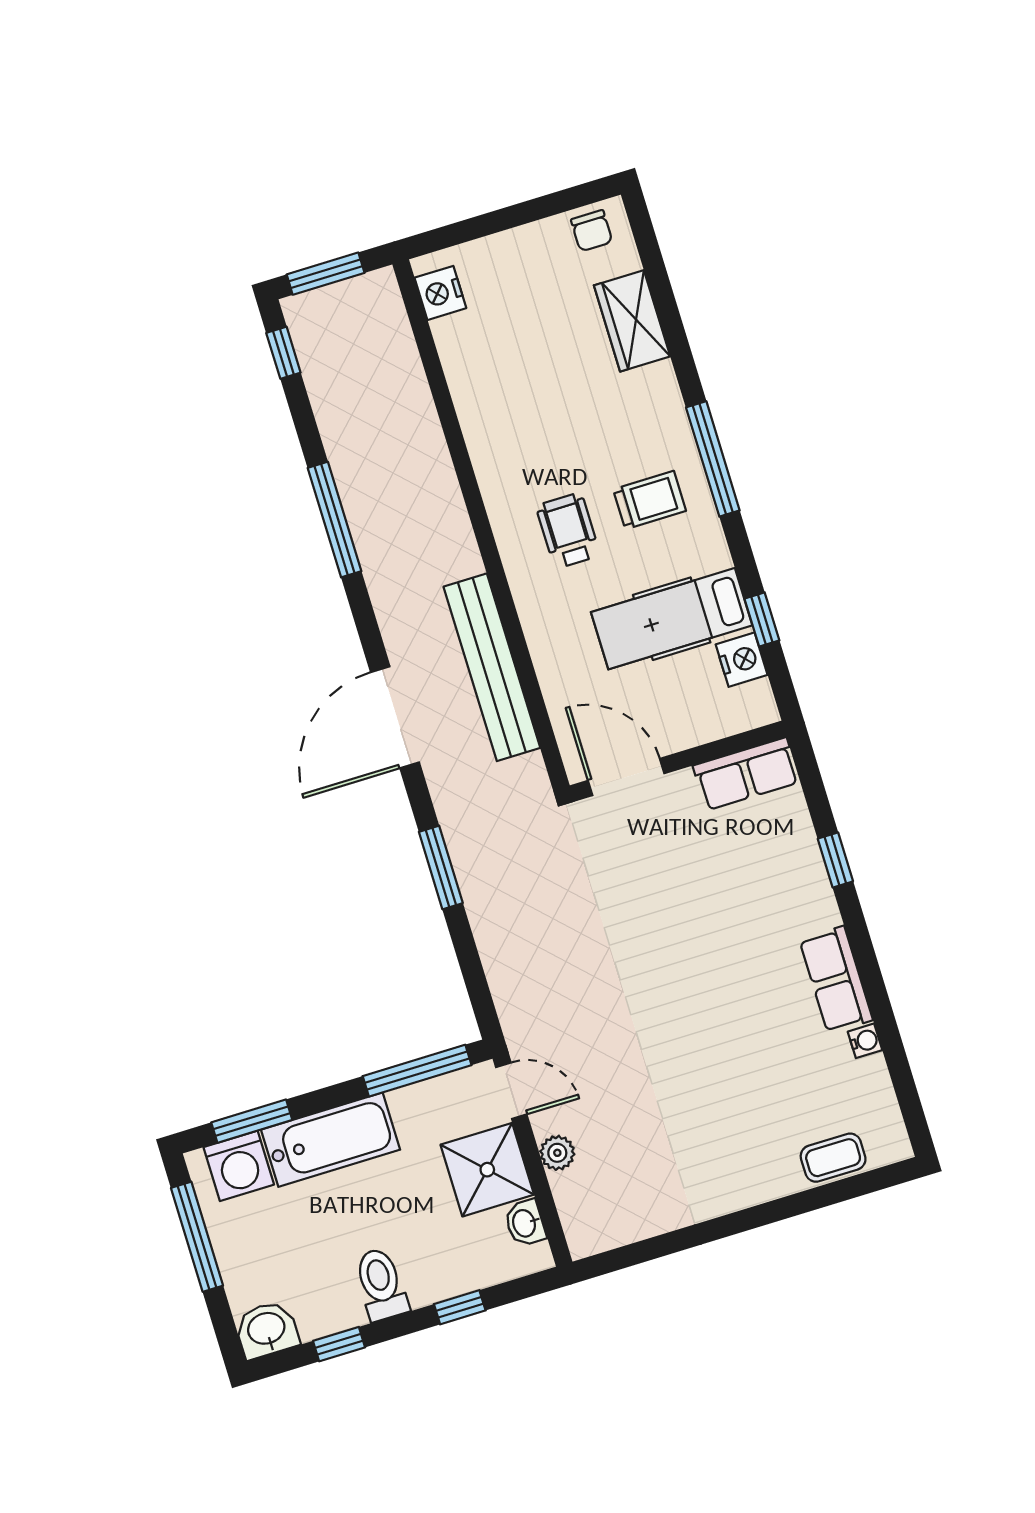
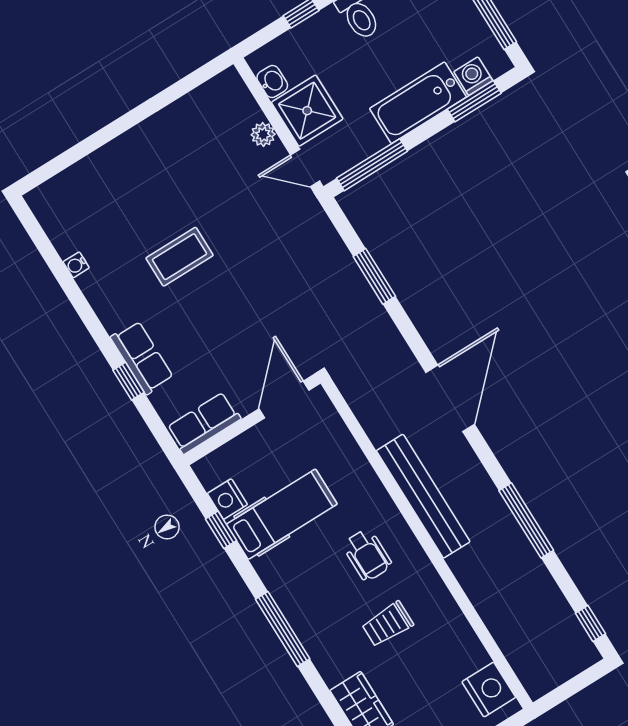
window: (326, 274) -> (576, 684), removed
nightstand: (440, 293) -> (489, 690), width x1.36, depth x1.33
trolley: (650, 500) -> (388, 624), moved
bench: (492, 667) -> (423, 496), moved
door: (626, 777) -> (284, 400), swing flipped
window: (441, 867) -> (374, 276), moved
row of seats: (836, 980) -> (142, 358), moved
coffee table: (833, 1158) -> (180, 257), moved, width x1.36, depth x1.30
washing machine: (239, 1166) -> (473, 76), width x0.73, depth x0.73

